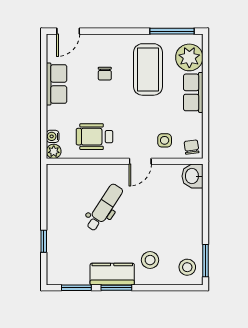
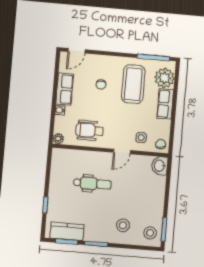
water cooler: (53, 136) -> (60, 110), moved
dental chair: (104, 207) -> (92, 184), turned 57
kitchen counter: (112, 274) -> (67, 231), moved

